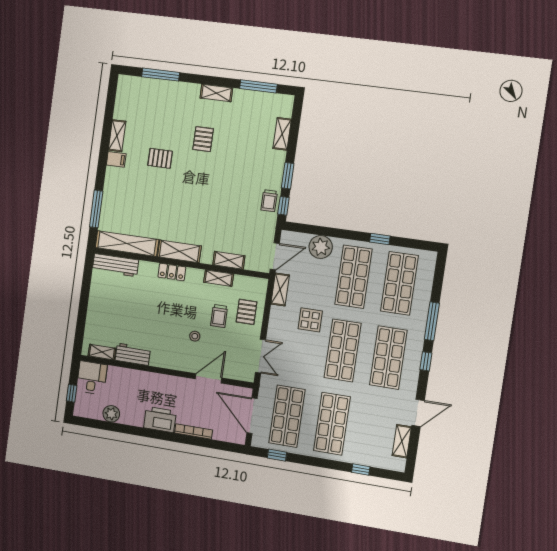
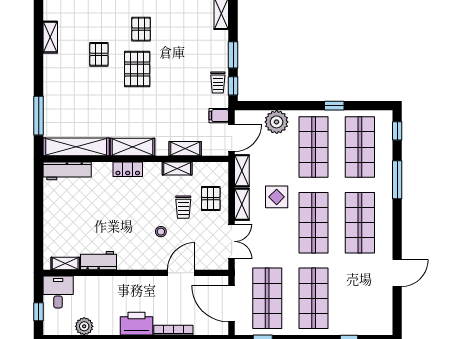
pallet: (160, 158) -> (99, 54), turned 90
filing cabinet: (116, 159) -> (219, 116), moved, turned 180
pallet: (194, 177) -> (137, 69), added
window: (426, 361) -> (397, 131), moved
shelving: (402, 441) -> (242, 204), moved

